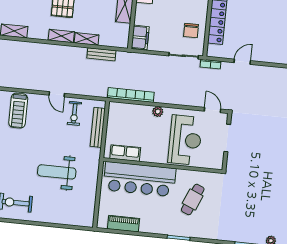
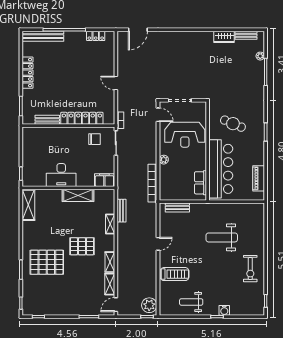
shelving: (61, 36) -> (110, 262), moved
door: (242, 62) -> (116, 83), moved
door: (212, 110) -> (158, 115), swing flipped
exercise bike: (74, 113) -> (172, 228), removed
bench: (98, 127) -> (177, 207), width x0.73
reception desk: (185, 140) -> (185, 135), turned 180
weight bench: (57, 172) -> (222, 237), turned 90

